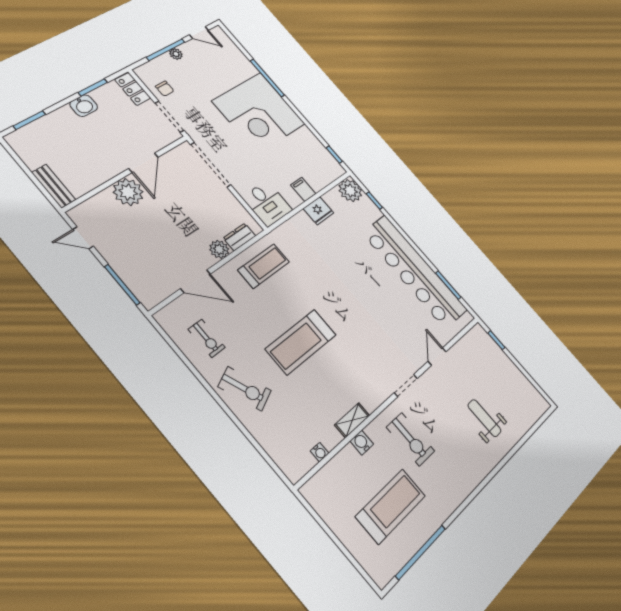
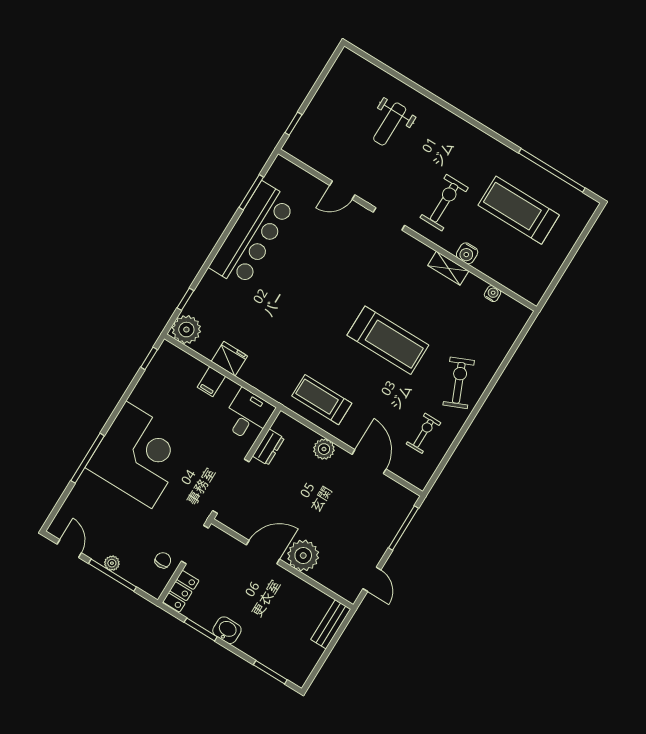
dresser: (239, 237) -> (268, 447), moved, turned -90
bar counter: (415, 271) -> (252, 235), width x0.73

